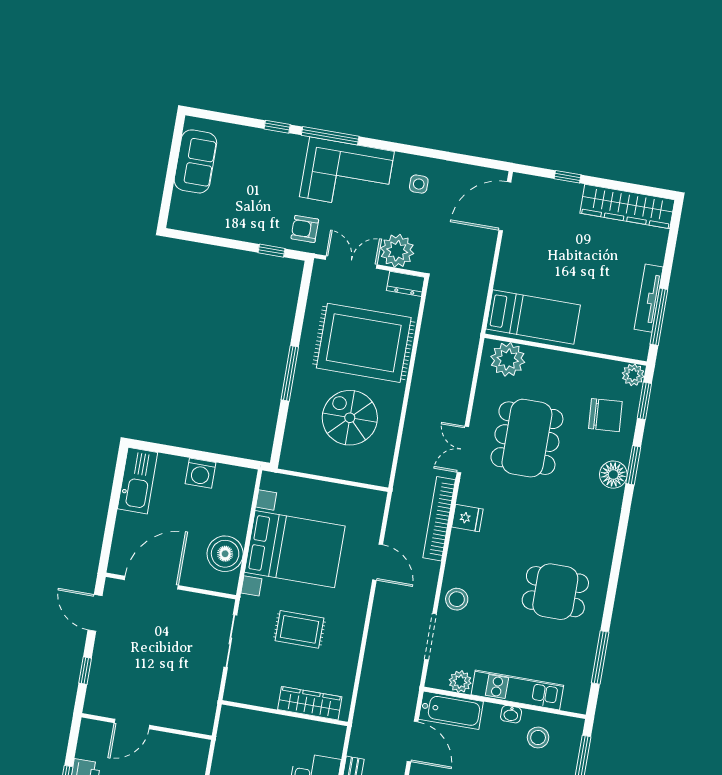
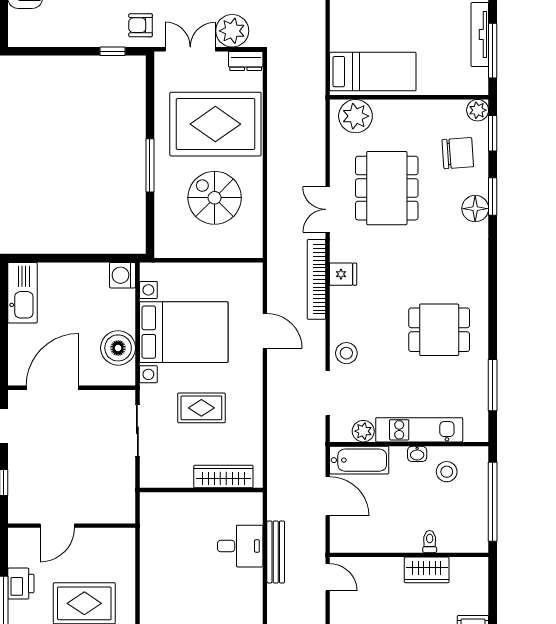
washing machine: (200, 473) -> (123, 275), moved, turned 90

